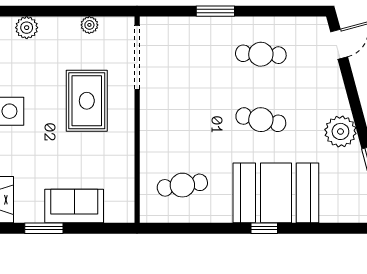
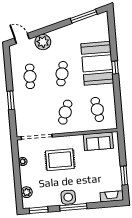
cafe table: (182, 120) -> (65, 112), added
plant: (340, 131) -> (43, 42), moved
sofa: (74, 206) -> (98, 141), moved, turned -90

